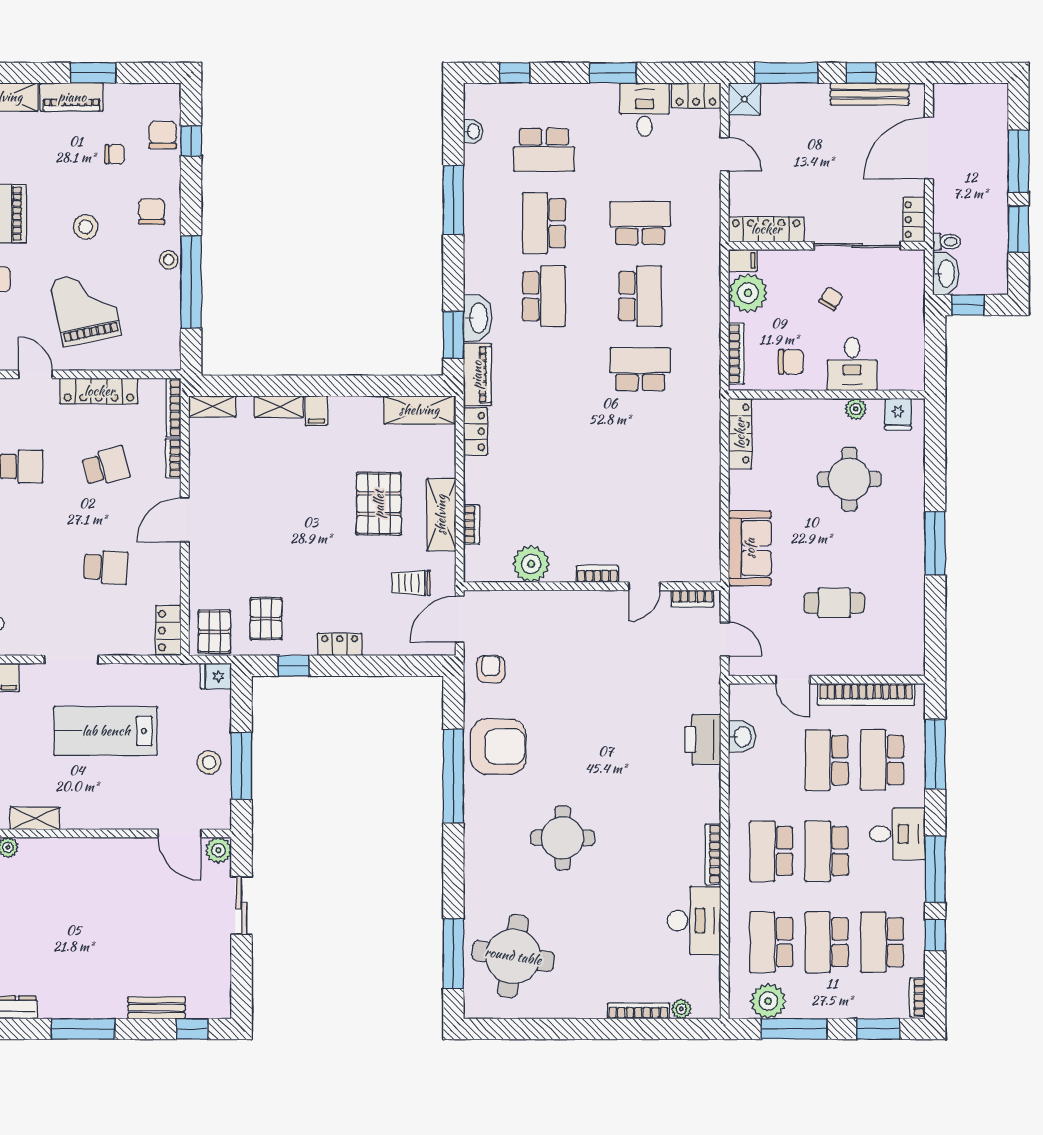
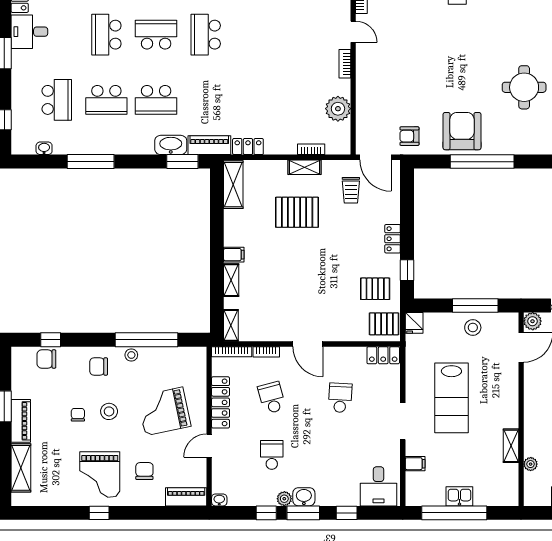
chair: (115, 154) -> (78, 415), moved
school desk: (544, 296) -> (156, 100), turned 180
shelving: (441, 515) -> (305, 167), width x0.67, depth x0.75

